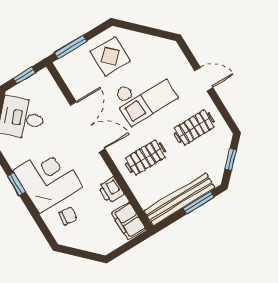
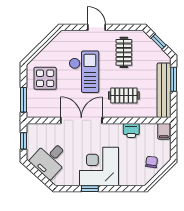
door: (204, 79) -> (97, 27), hinge flipped
clothes rail: (146, 158) -> (124, 95), turned 90
chair: (68, 216) -> (152, 162), moved
filing cabinet: (129, 221) -> (164, 131), width x0.50

